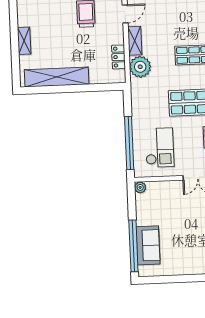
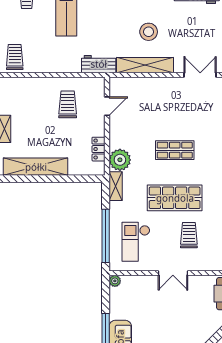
shelving: (135, 41) -> (116, 186), moved
checkout: (159, 148) -> (136, 242), turned 180

